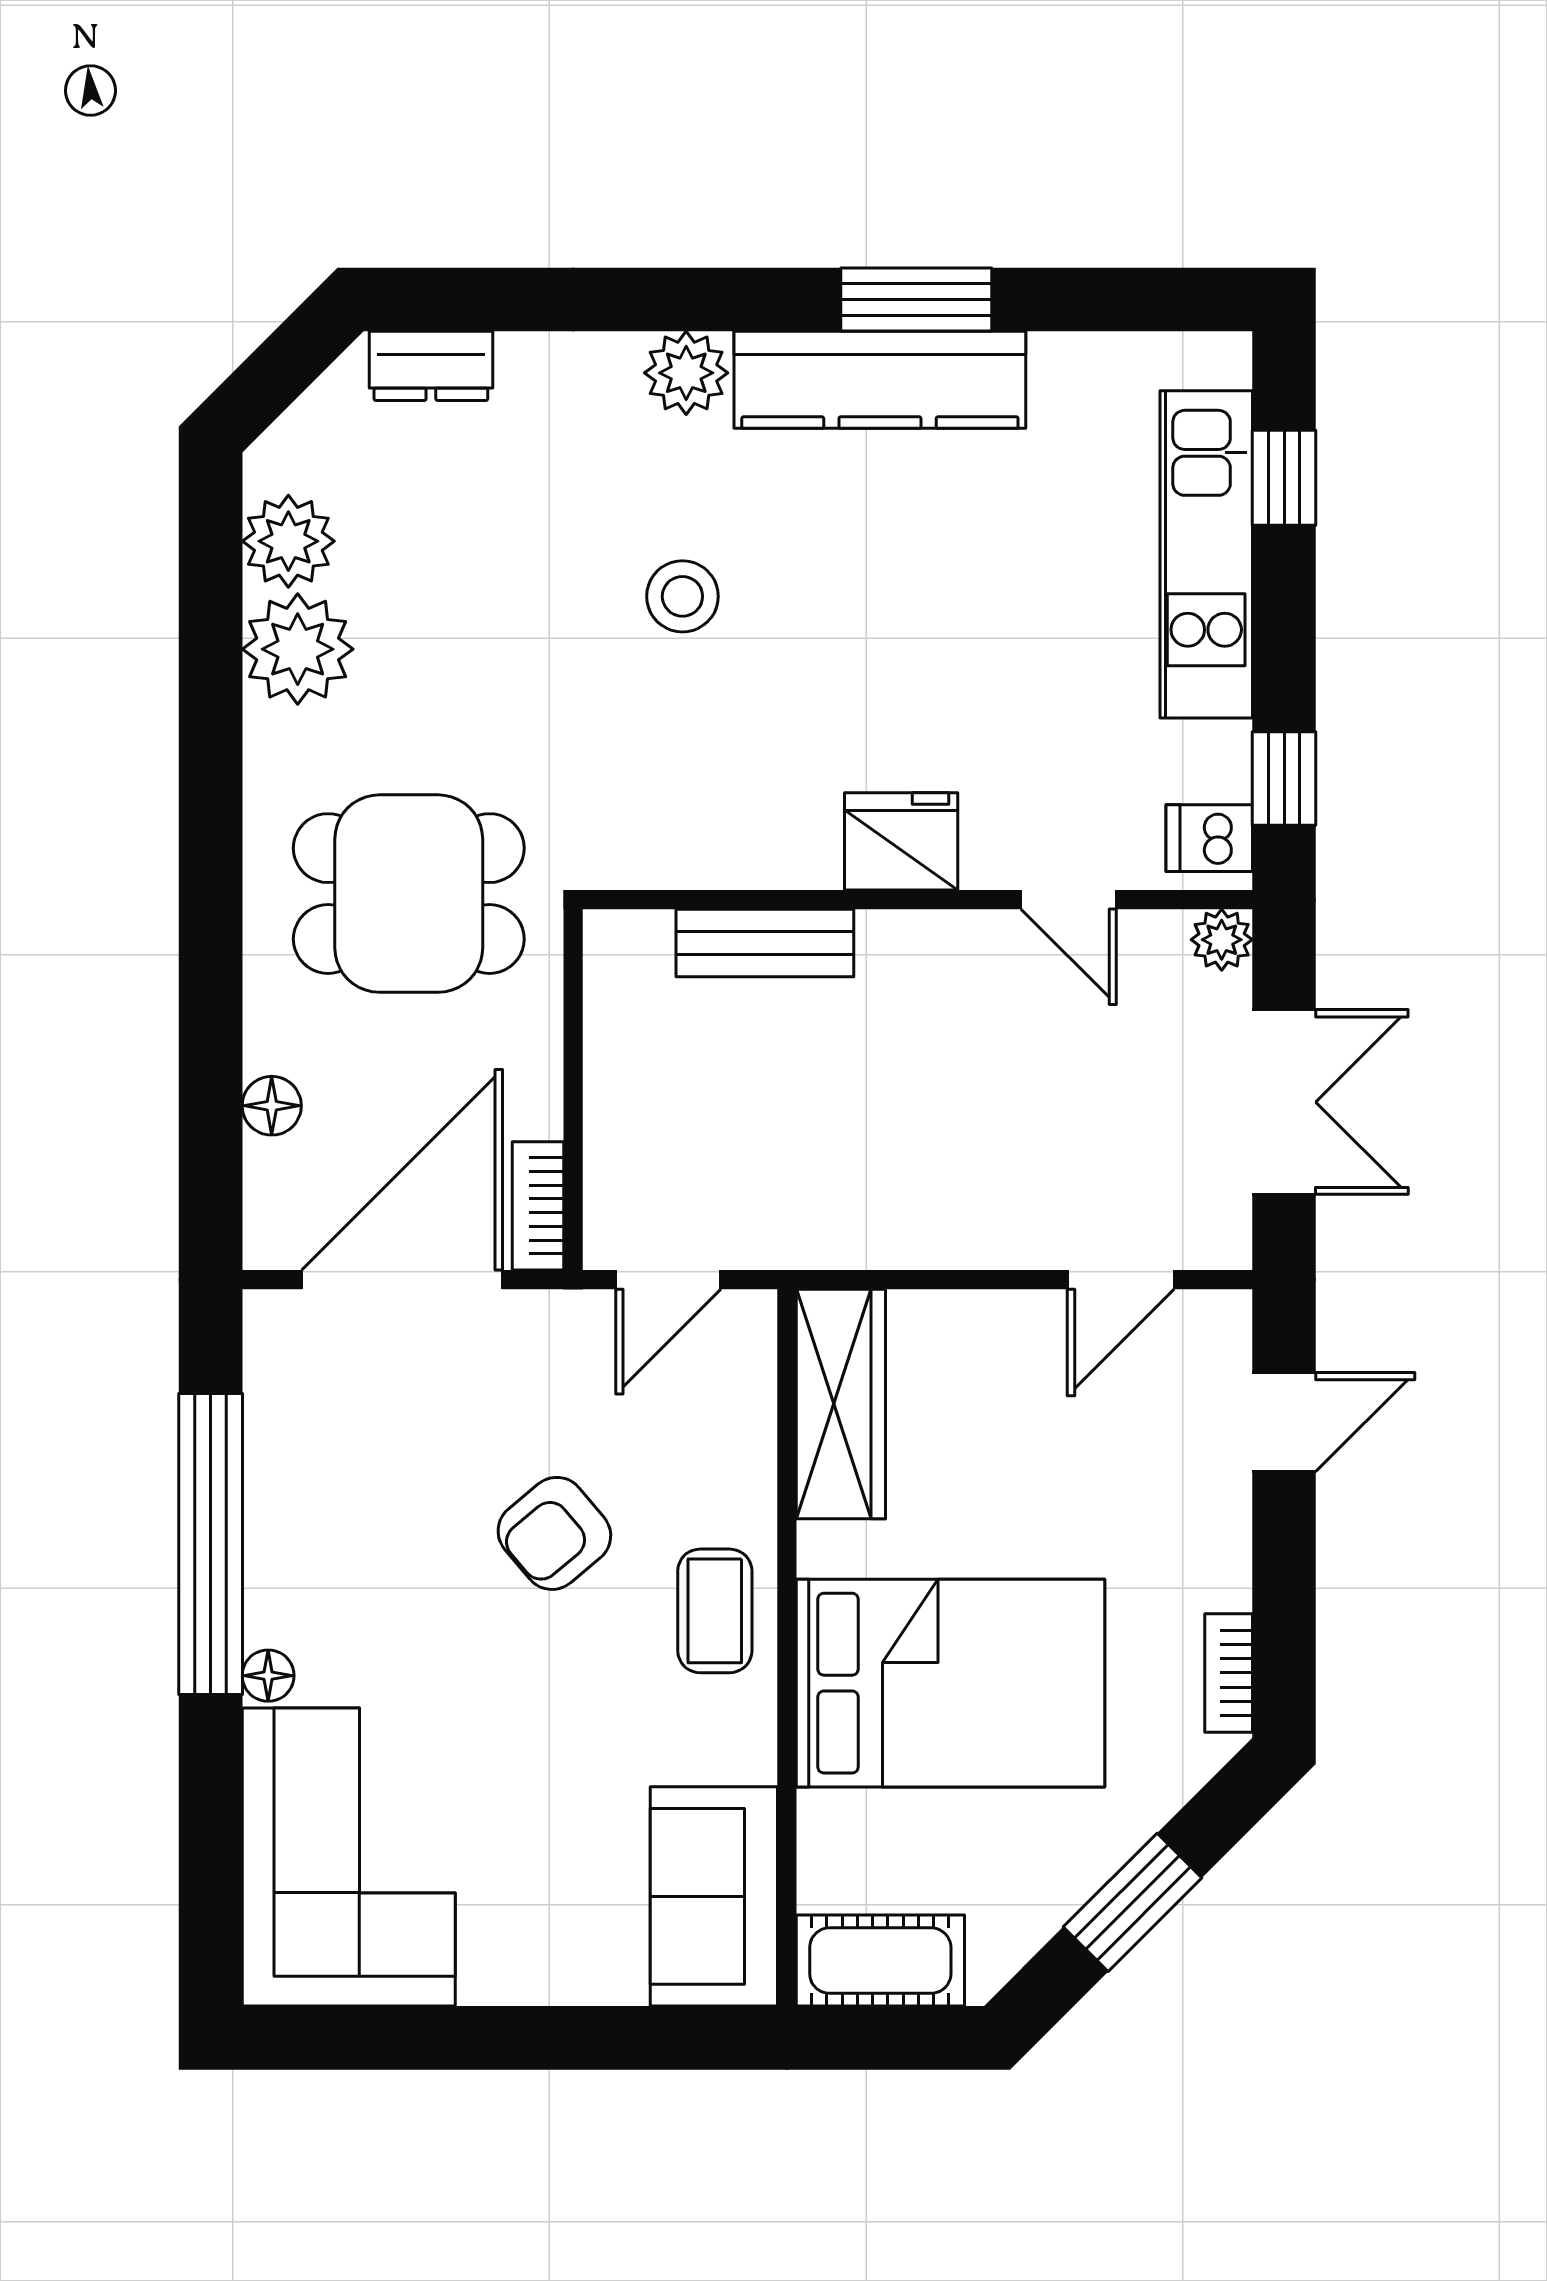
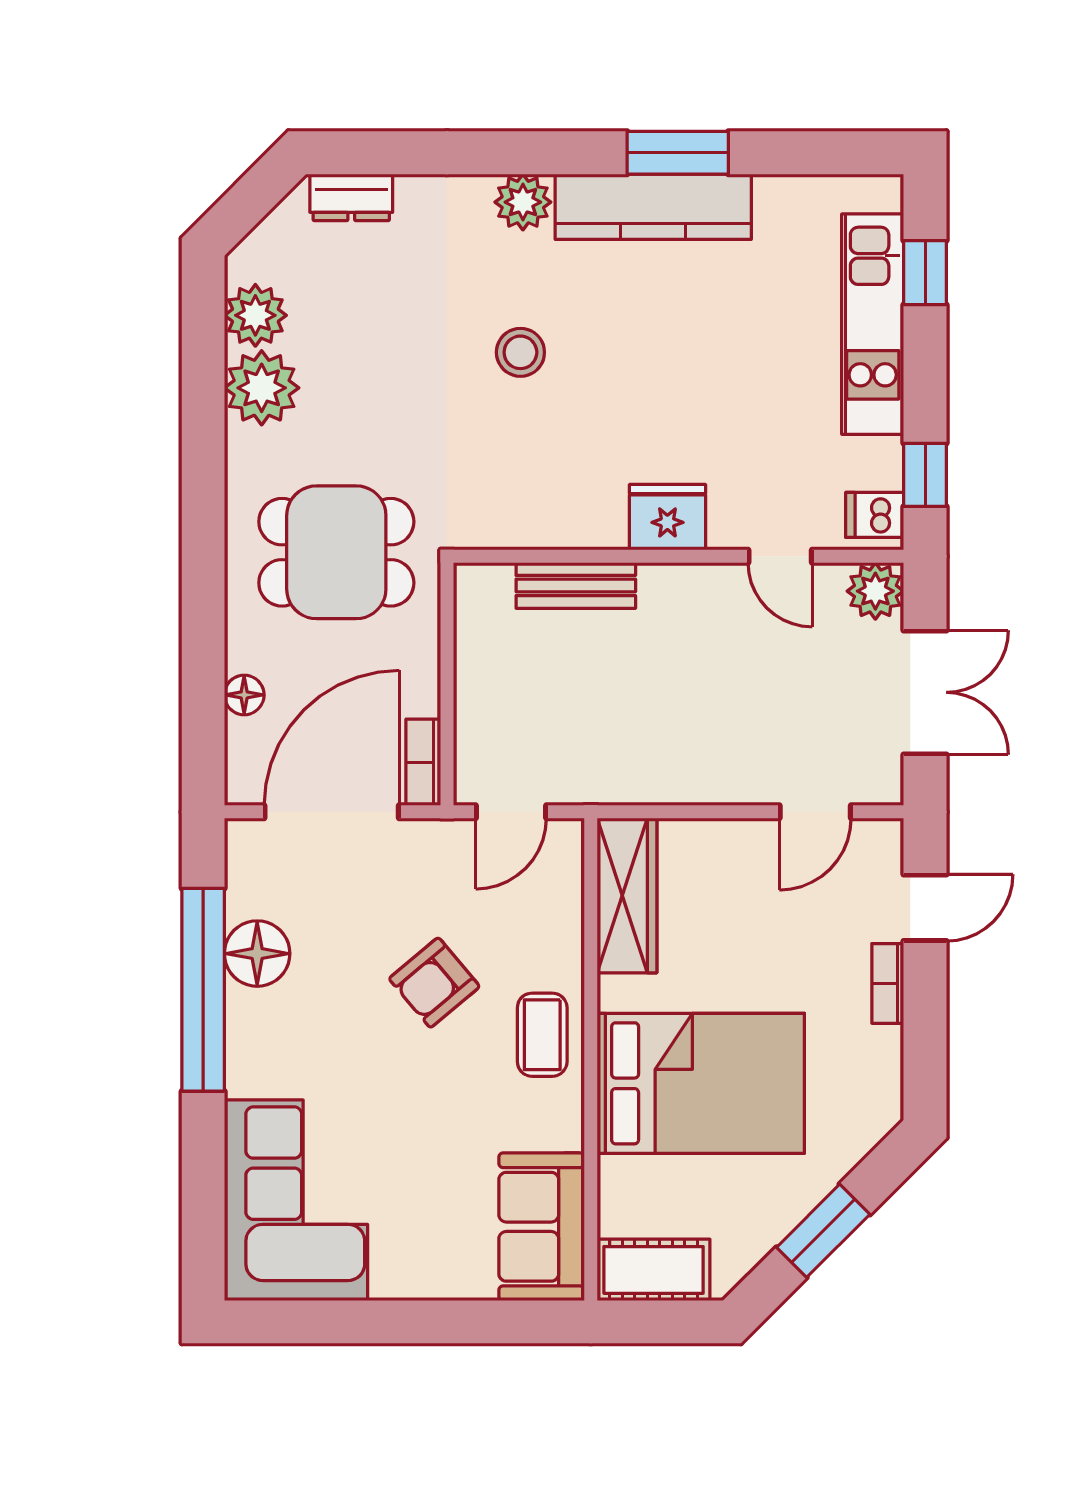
plant: (1222, 940) -> (875, 591), width x1.38, depth x1.38
bookcase: (1229, 1673) -> (888, 983), moved
floor lamp: (268, 1676) -> (257, 954), moved, width x1.89, depth x1.89

